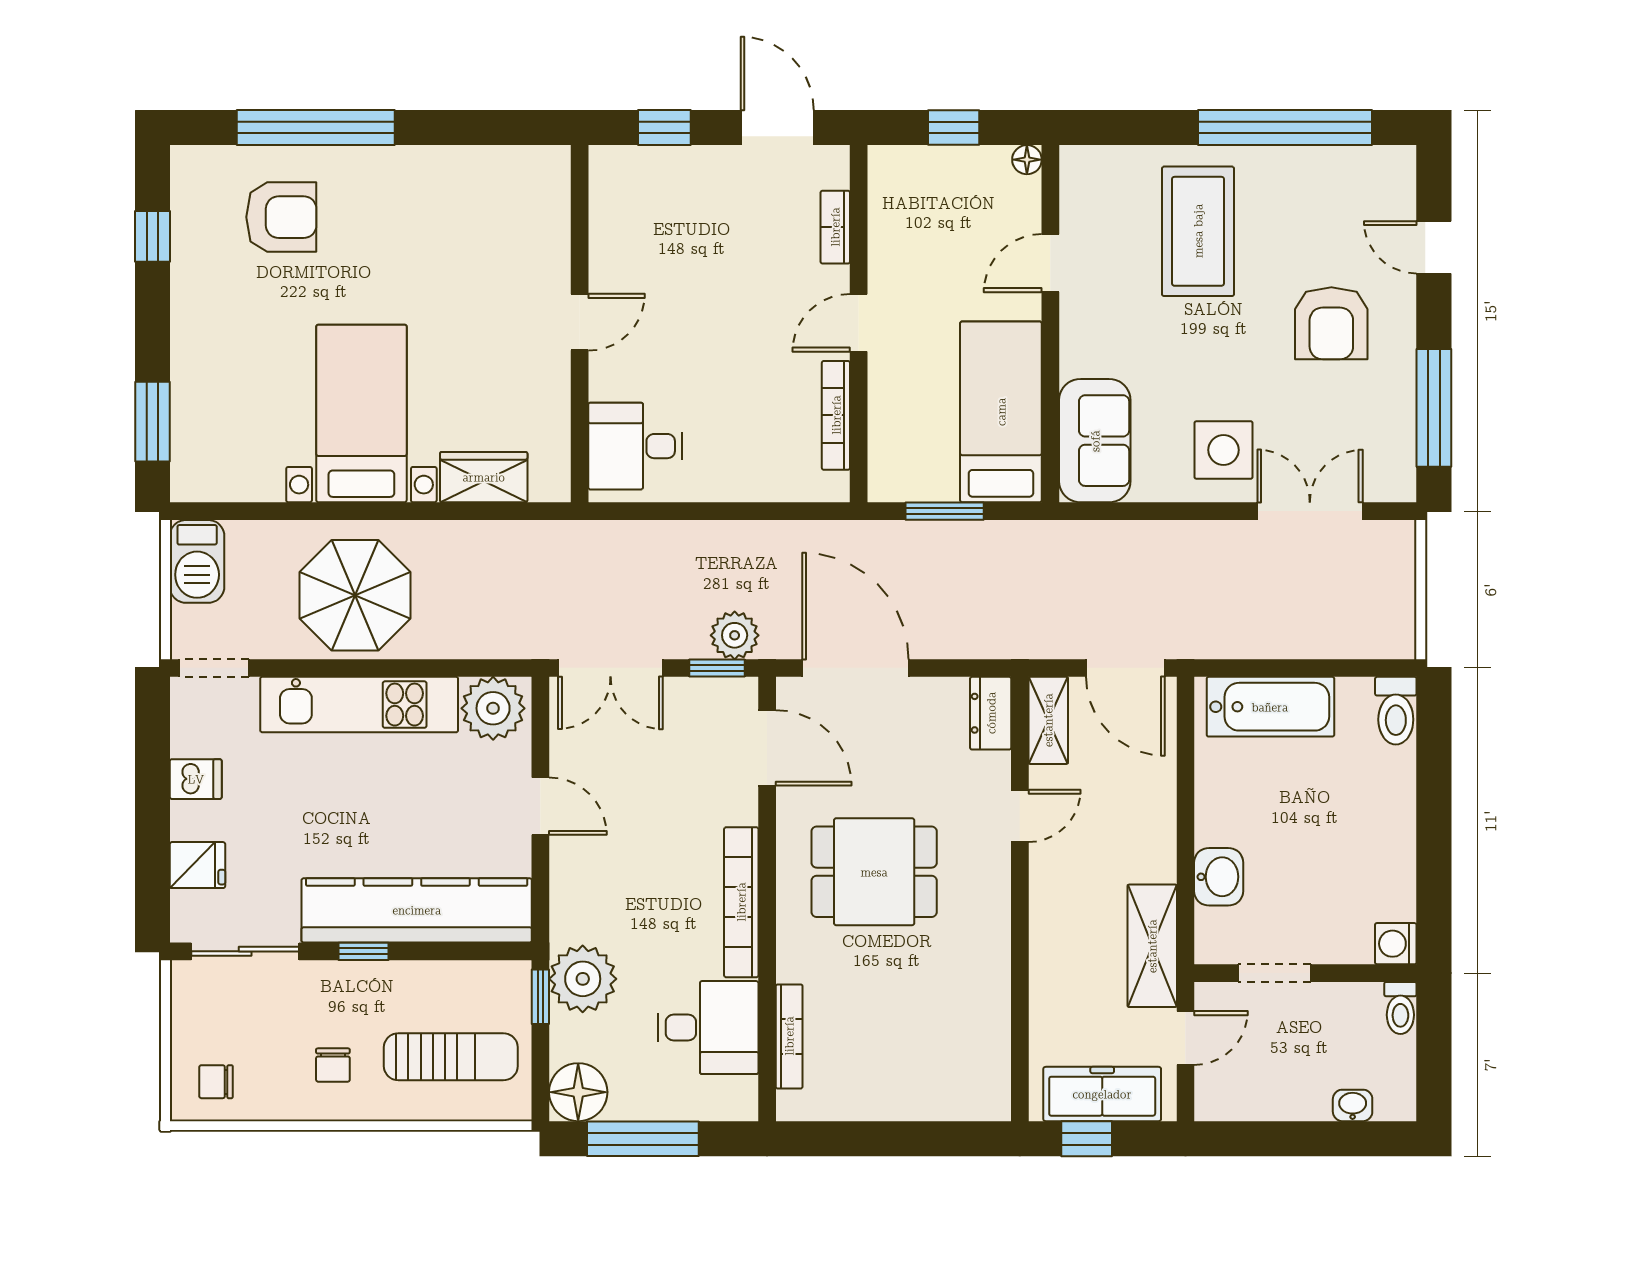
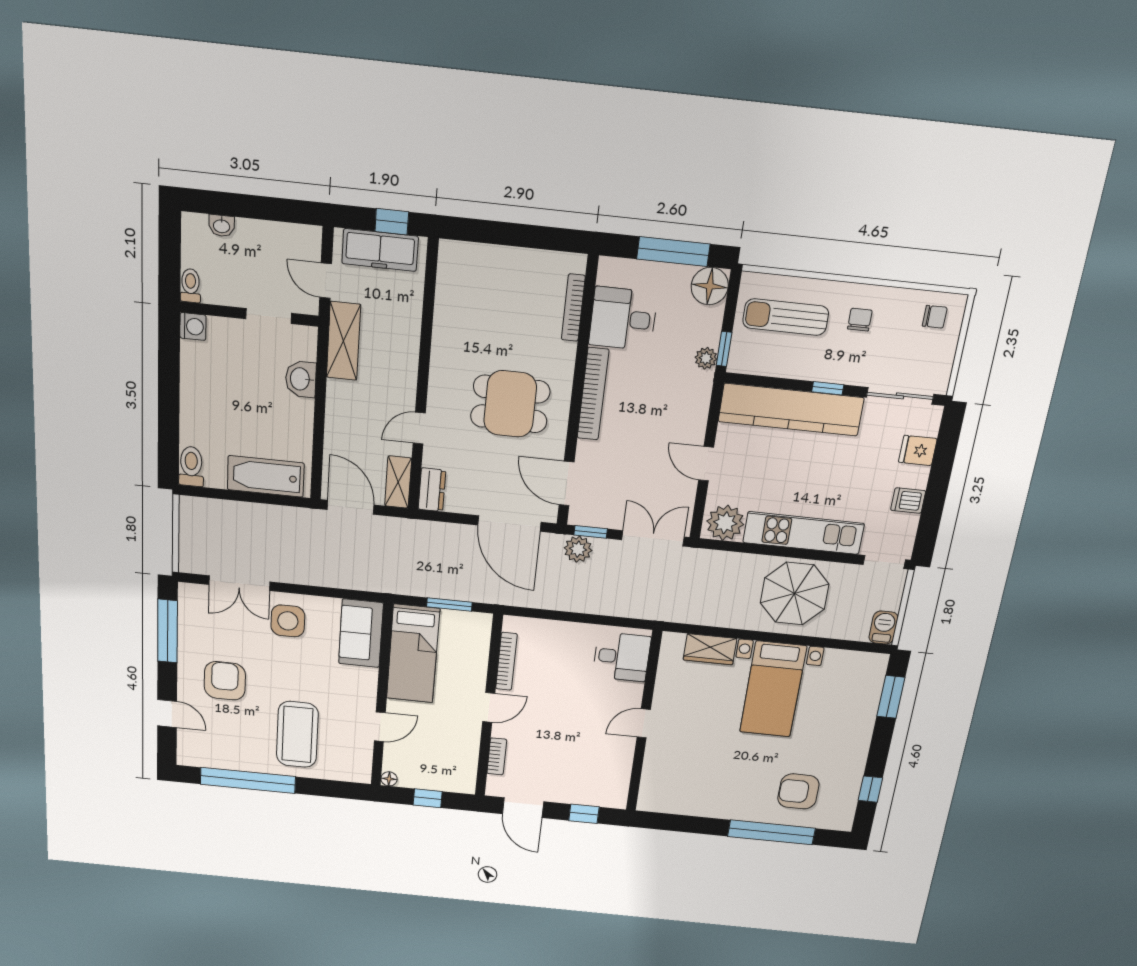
barbecue: (197, 561) -> (884, 628), width x0.73, depth x0.79
plant: (583, 979) -> (706, 358), width x0.53, depth x0.53
door: (1185, 1038) -> (326, 281), hinge flipped

